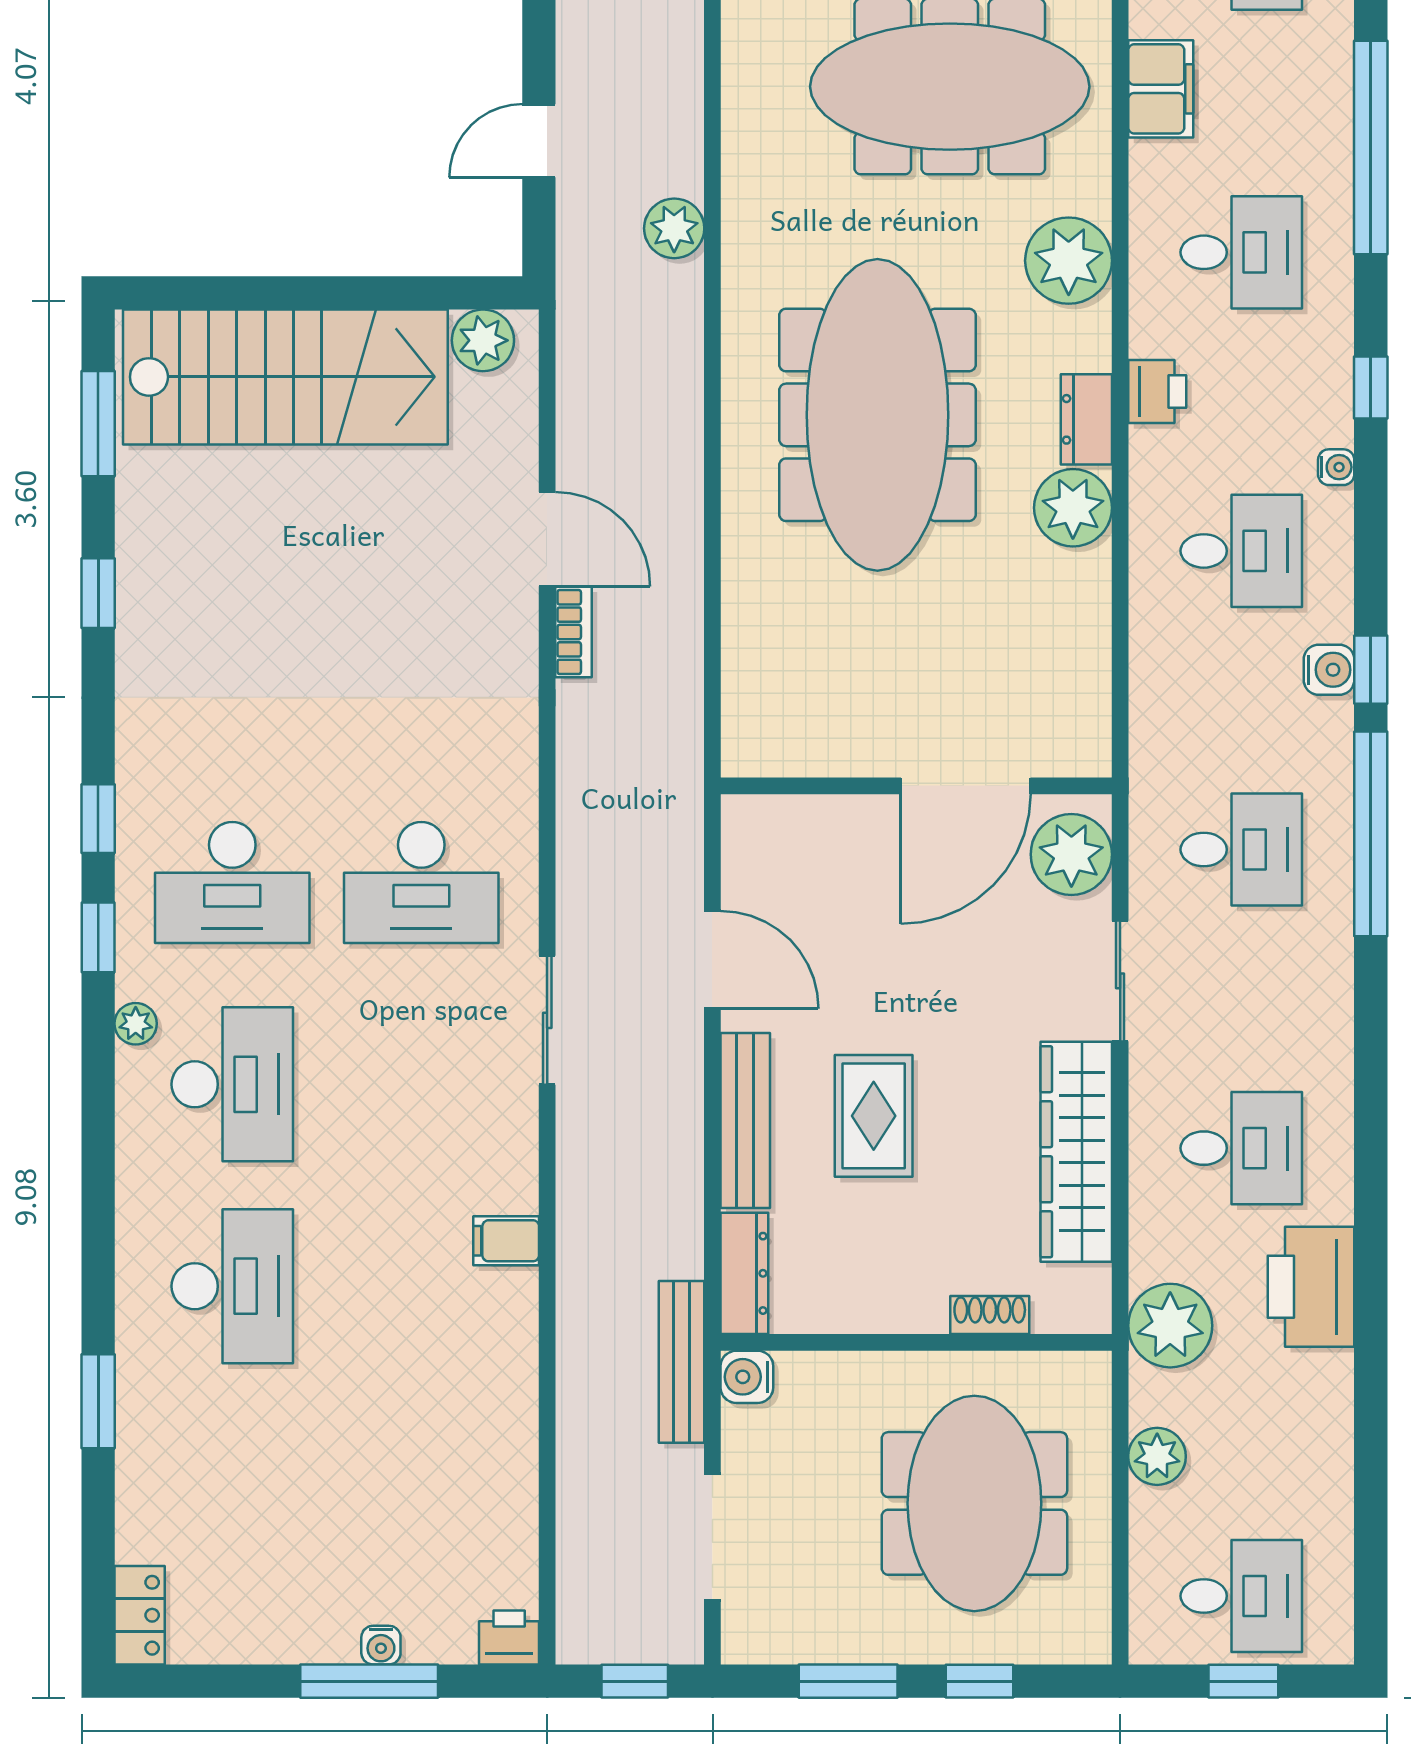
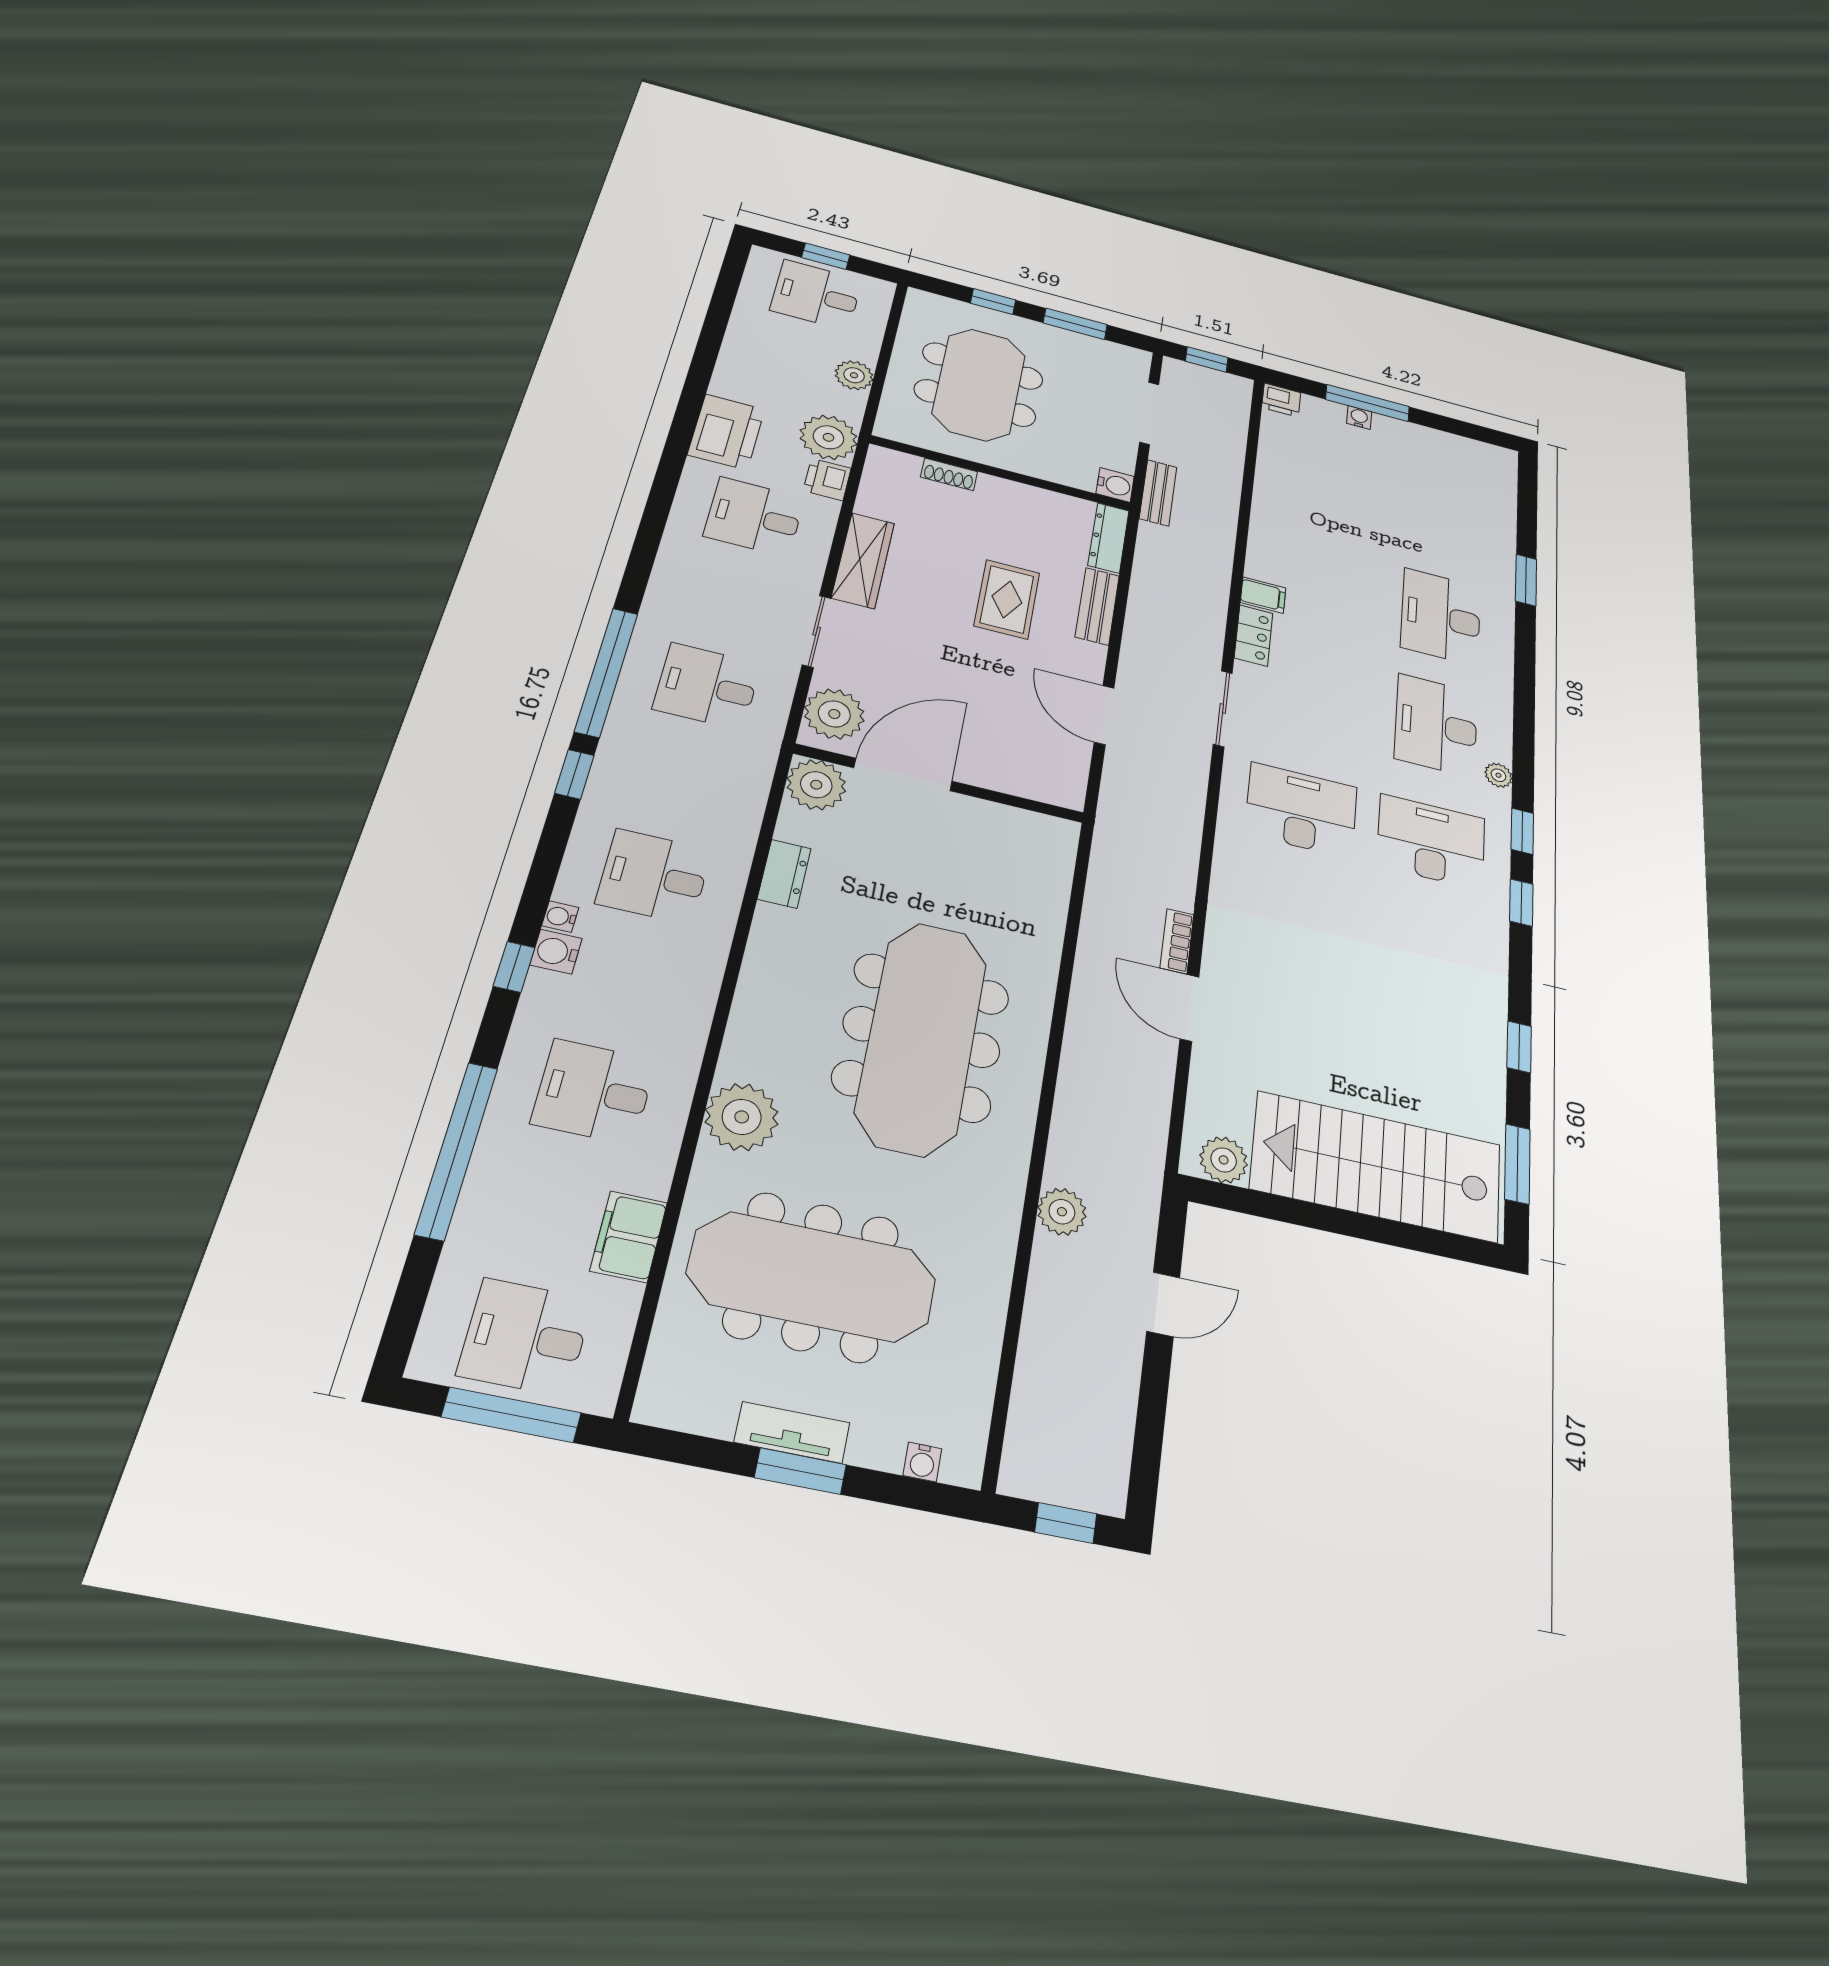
printer: (1157, 392) -> (827, 479), moved
dresser: (1086, 419) -> (784, 874), moved
plant: (1073, 508) -> (816, 785), moved
water cooler: (1329, 670) -> (556, 952), moved
bench: (745, 1121) -> (1097, 606), width x0.73
wardrobe: (1076, 1152) -> (863, 560), width x0.71, depth x0.85
bench: (681, 1362) -> (1158, 493), width x0.73
locker: (140, 1615) -> (1254, 636), moved, turned 180

